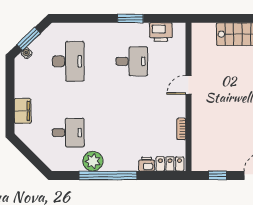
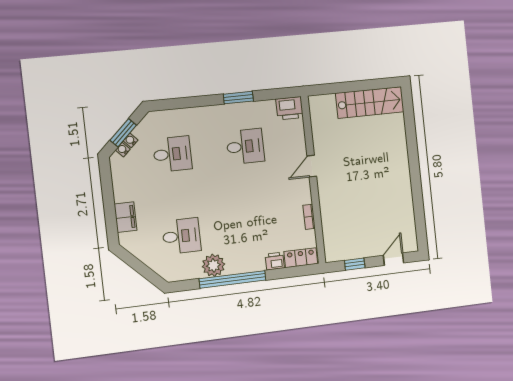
printer: (161, 32) -> (290, 108), moved
water cooler: (34, 46) -> (131, 140), added
desk: (68, 61) -> (172, 154), width x0.73

